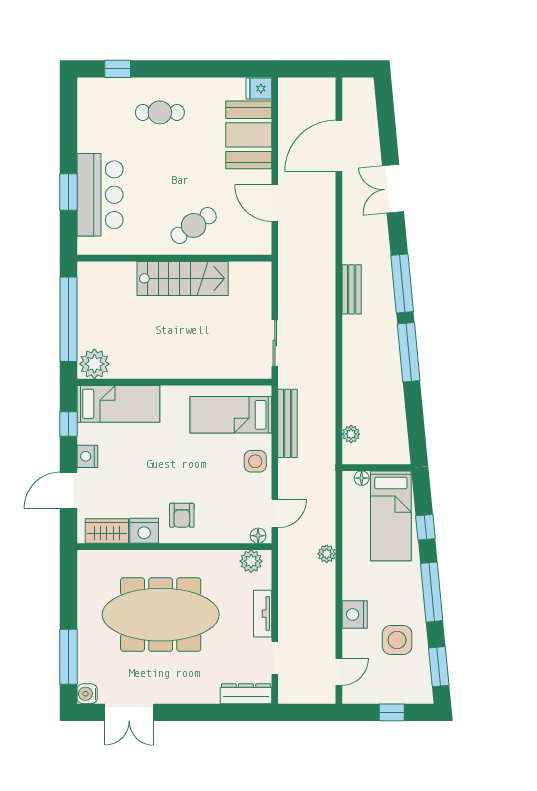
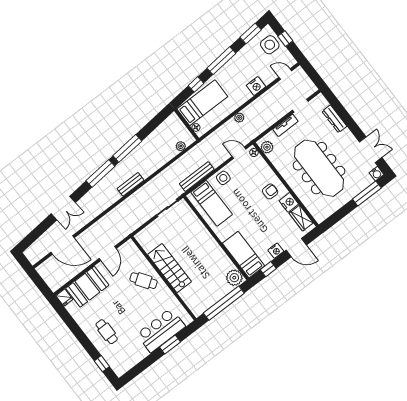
bench: (352, 289) -> (130, 184), moved
side table: (397, 640) -> (270, 45), moved
dresser: (246, 694) -> (334, 119), moved

